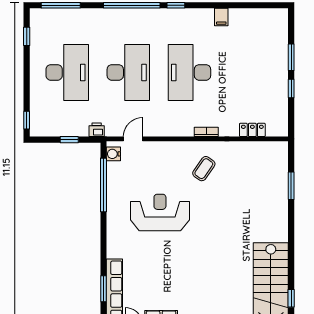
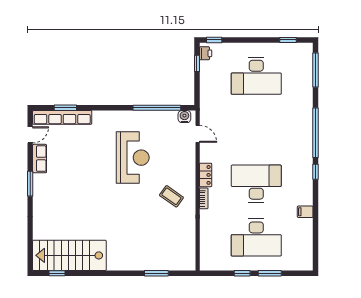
desk: (128, 72) -> (256, 238), moved
printer: (97, 130) -> (206, 53), moved
locker: (252, 130) -> (206, 175), moved
window: (69, 140) -> (197, 63), moved

